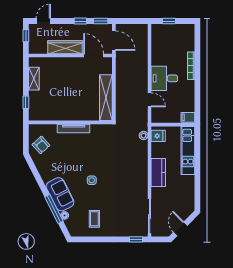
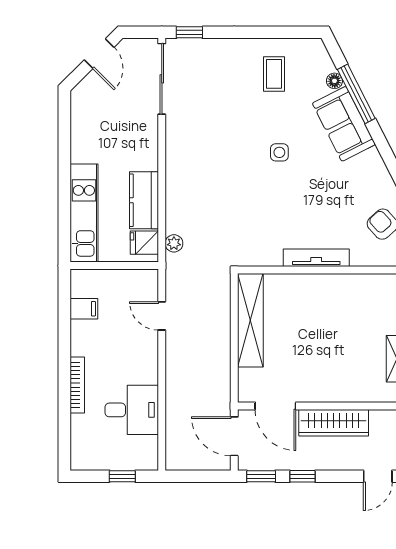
desk: (164, 78) -> (132, 410), moved
filing cabinet: (188, 117) -> (84, 309), moved
kitchen counter: (158, 173) -> (144, 200), moved

